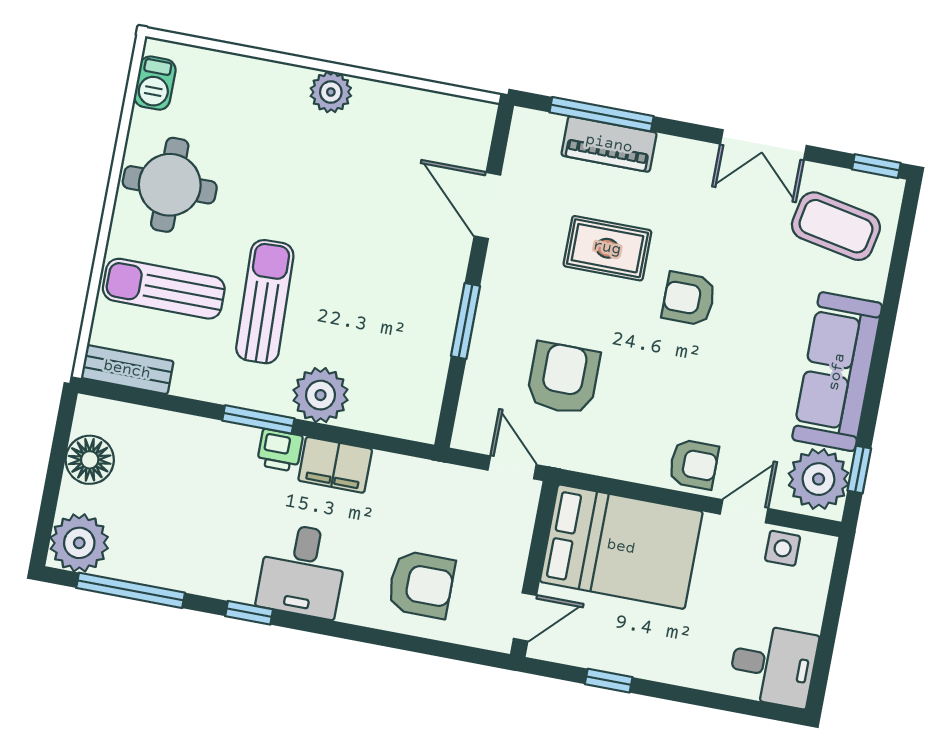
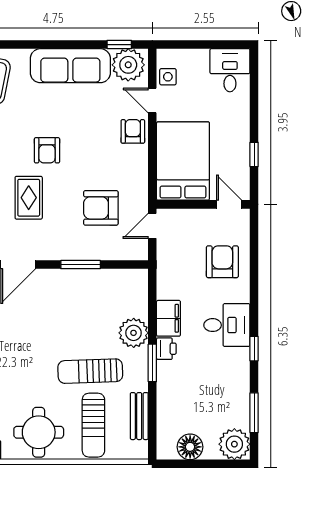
bench: (127, 370) -> (139, 416), moved
window: (131, 590) -> (254, 413), width x0.69

